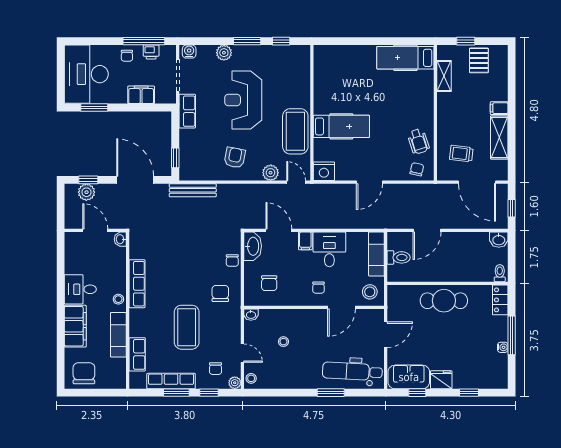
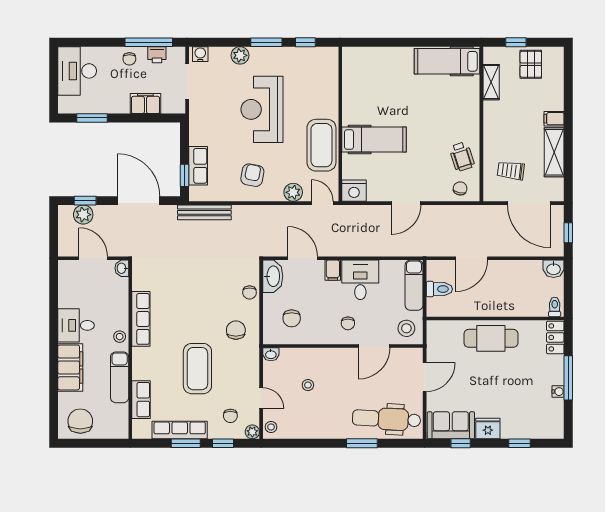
desk: (86, 74) -> (77, 71), width x0.73, depth x0.77
row of seats: (187, 111) -> (198, 166), moved

